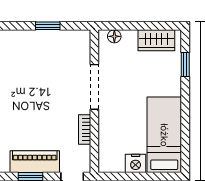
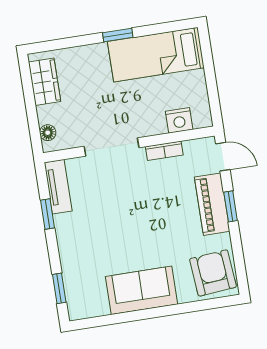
tv unit: (69, 38) -> (58, 187), added
window: (185, 64) -> (118, 35), moved
nightstand: (136, 163) -> (179, 120), moved, turned 90

